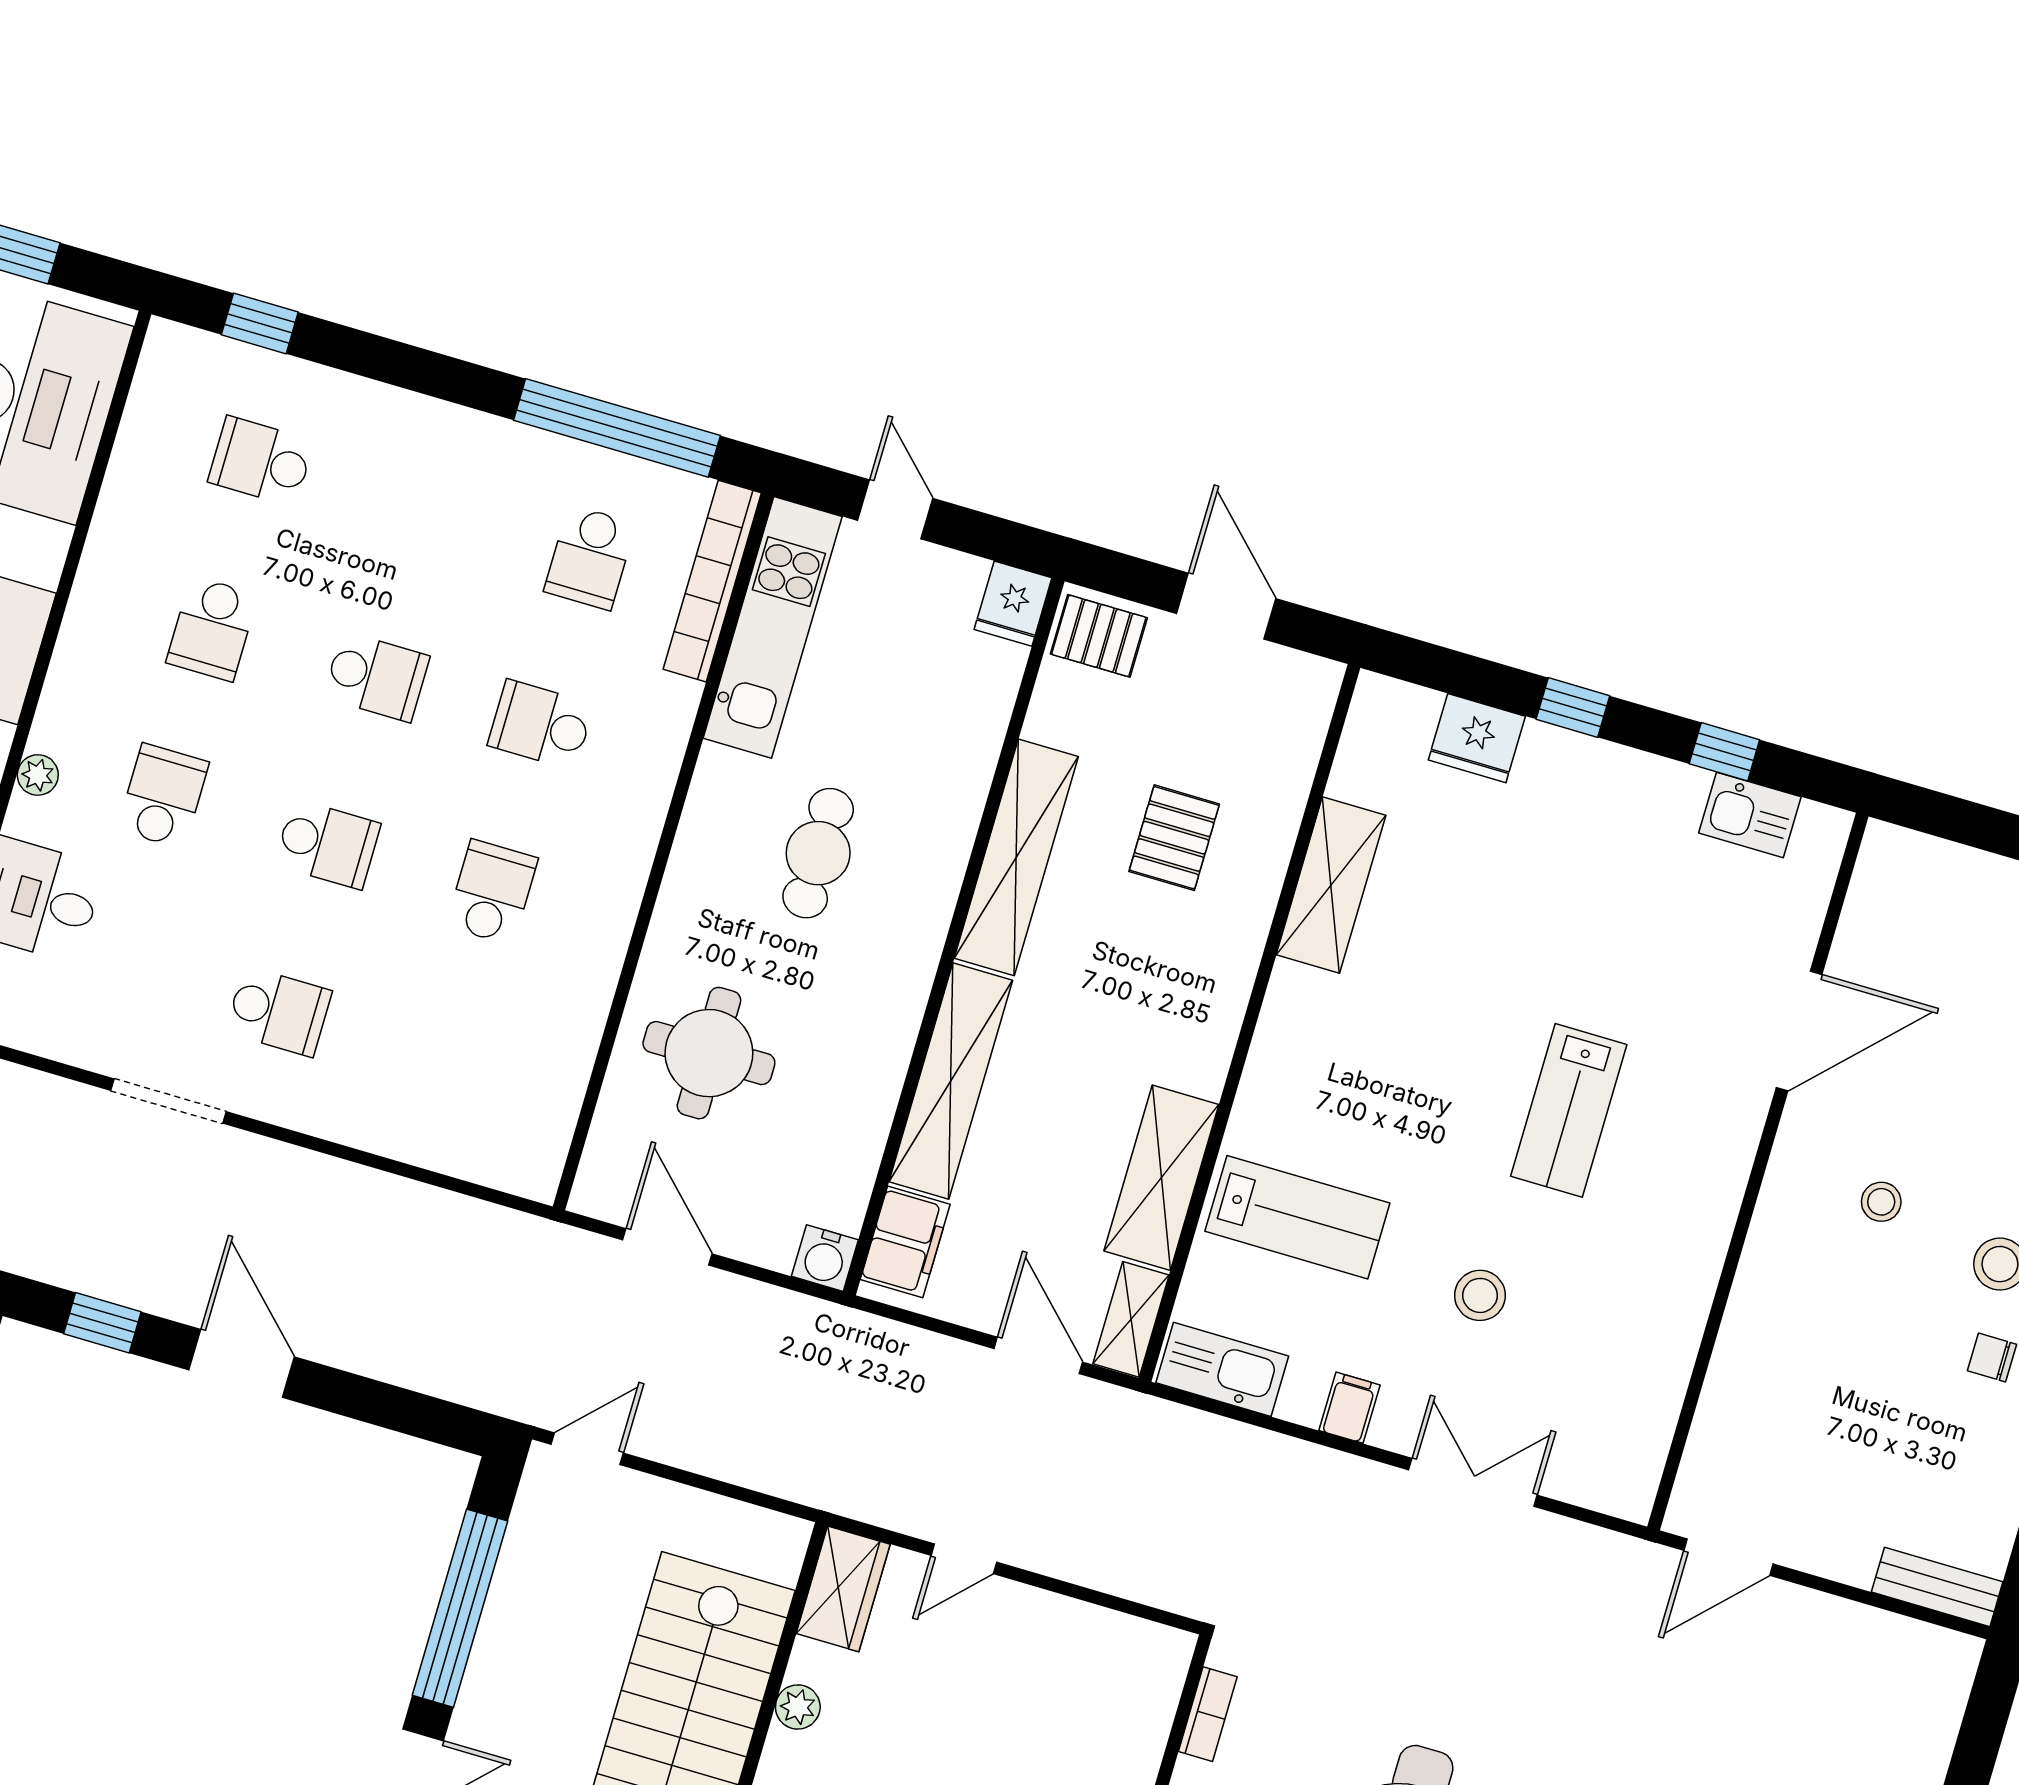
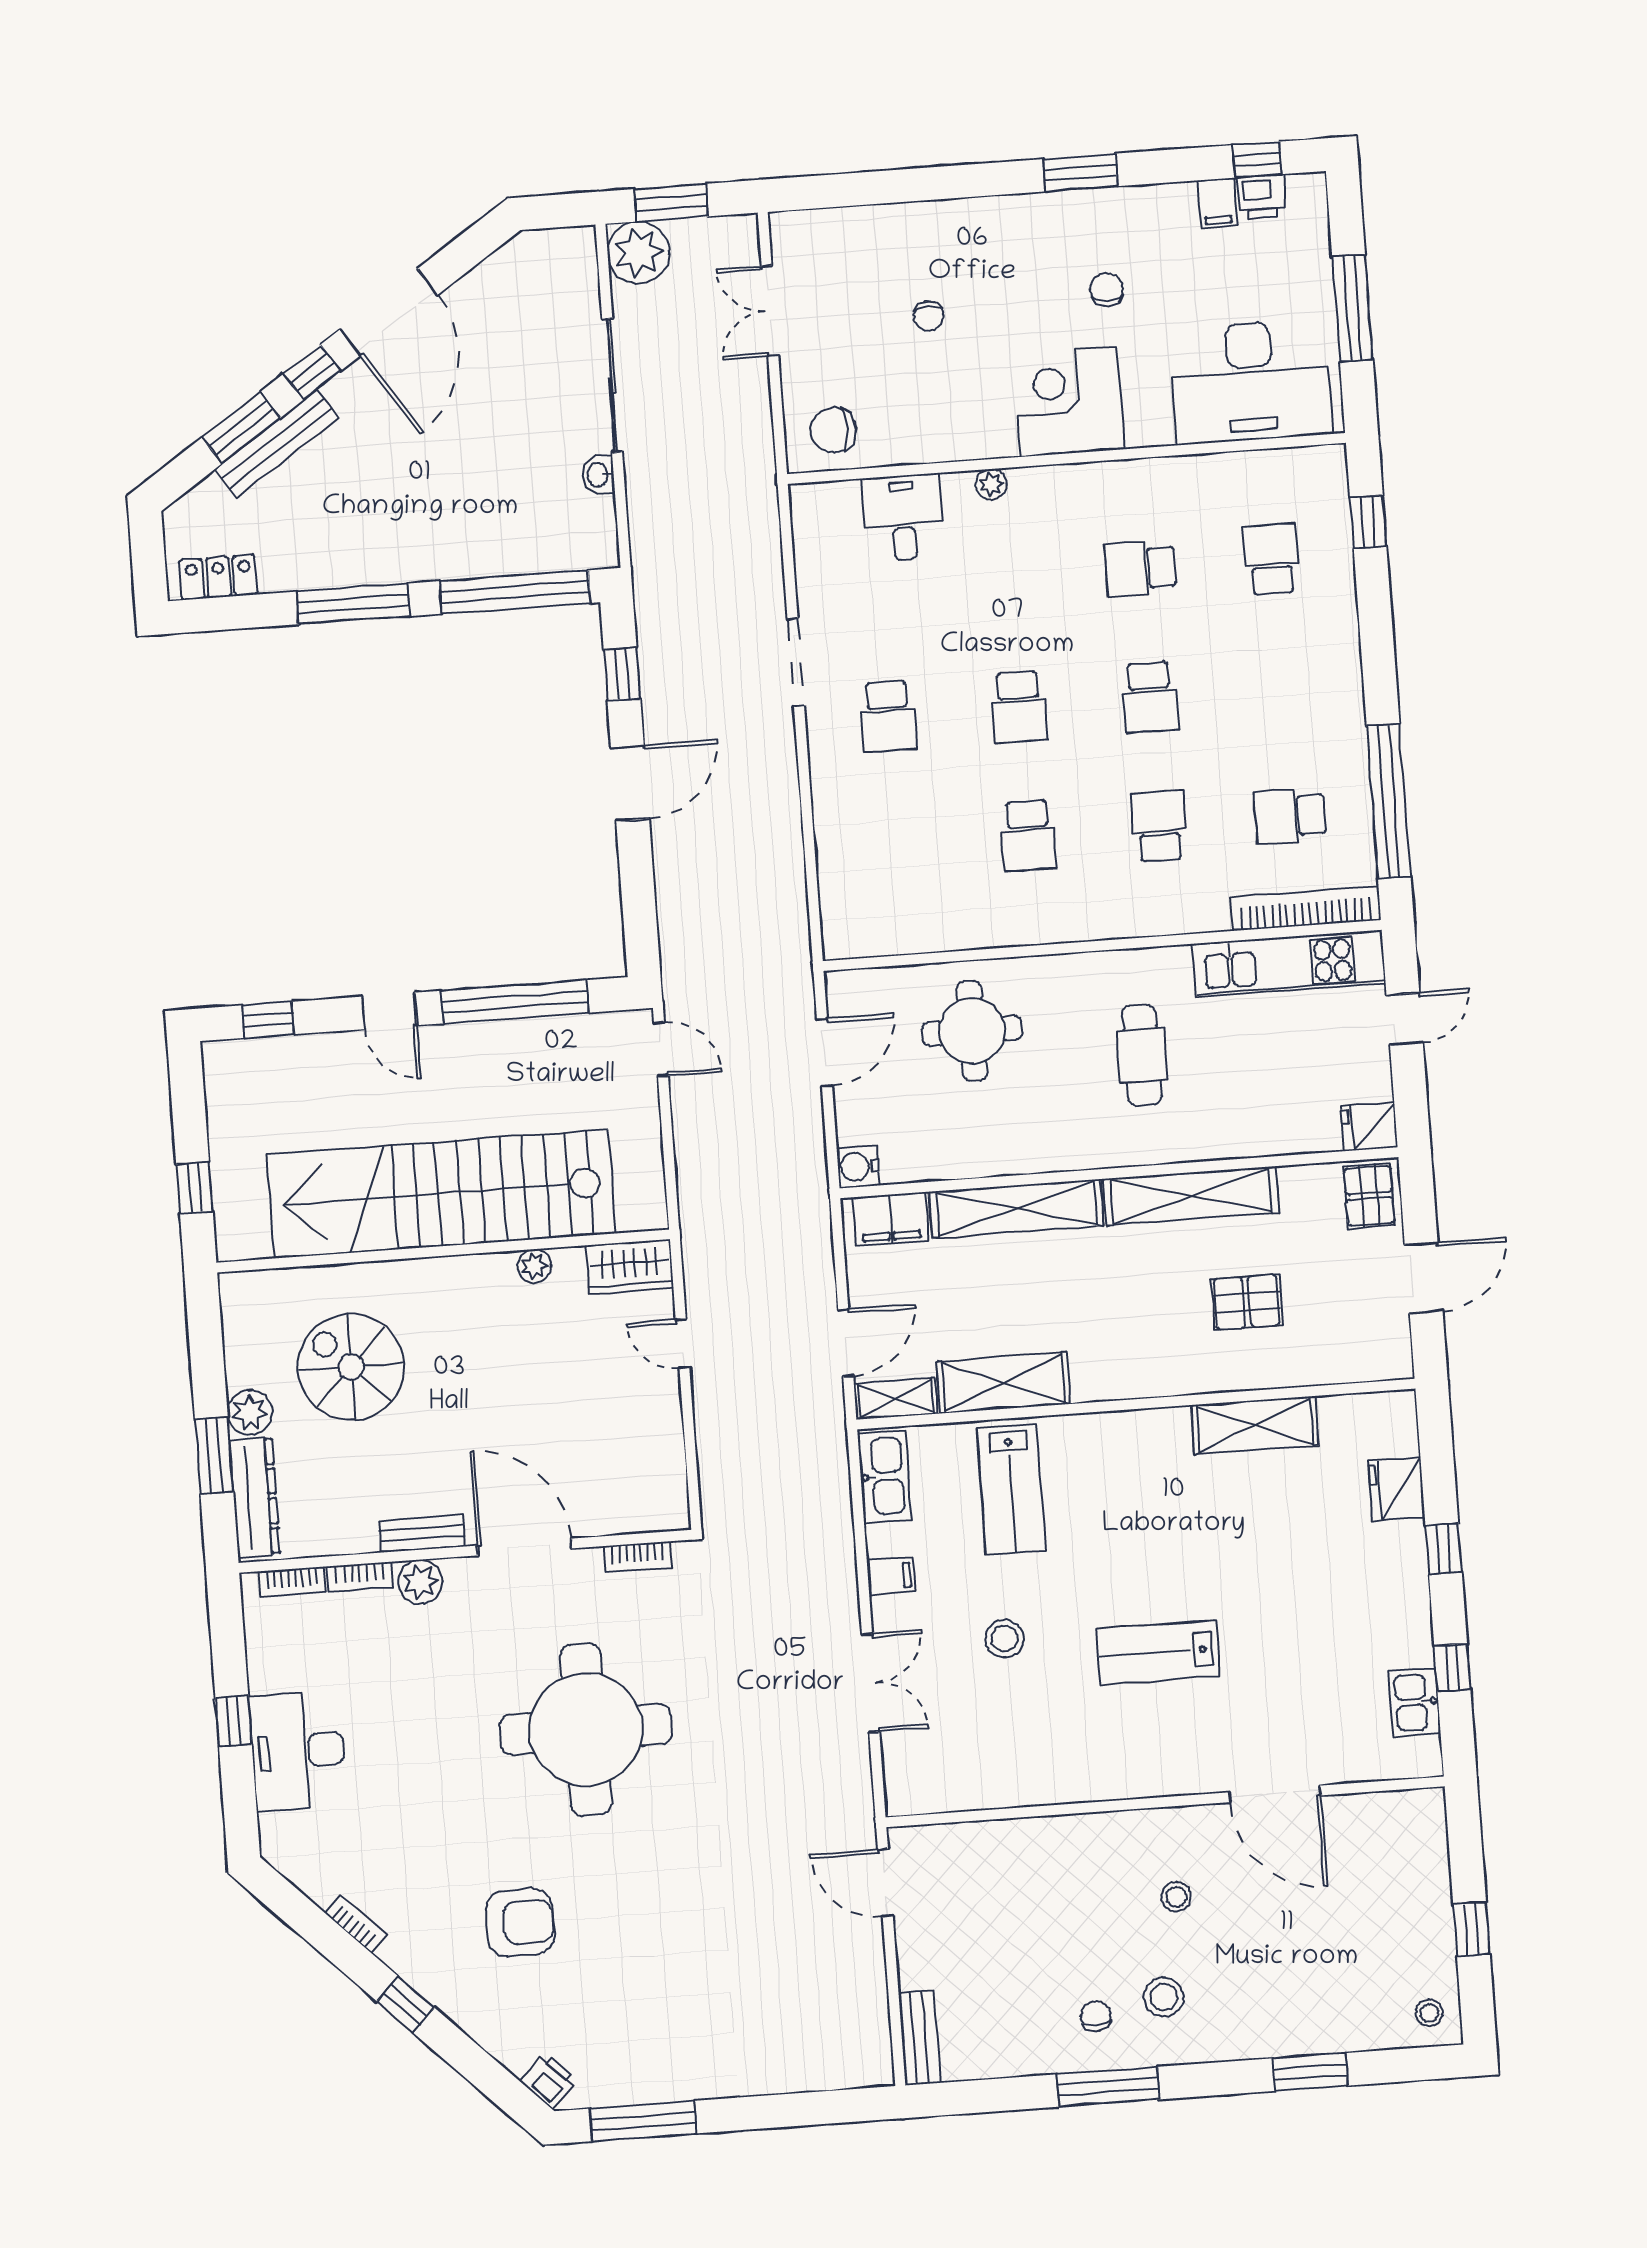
school desk: (163, 796) -> (1009, 578), removed
cafe table: (818, 853) -> (1142, 1055), turned 90
school desk: (492, 892) -> (1028, 835), turned 90

